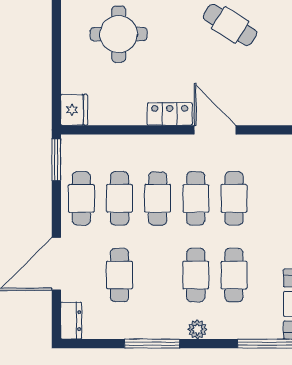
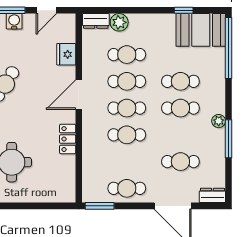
fridge: (74, 110) -> (66, 54), moved, turned -90
locker: (170, 114) -> (68, 139), moved
cafe table: (119, 198) -> (127, 55), moved
plant: (197, 329) -> (219, 121), moved

